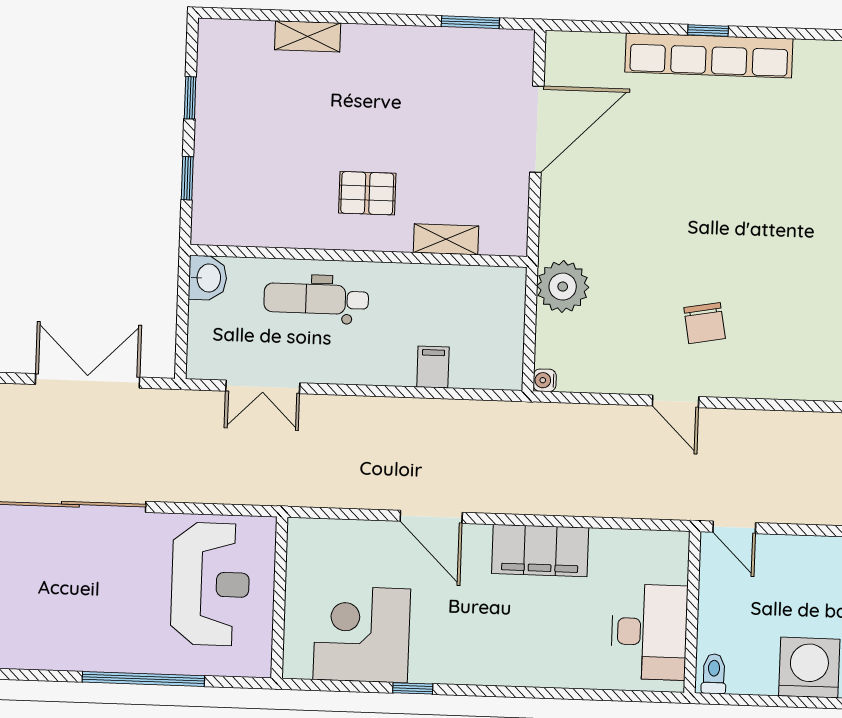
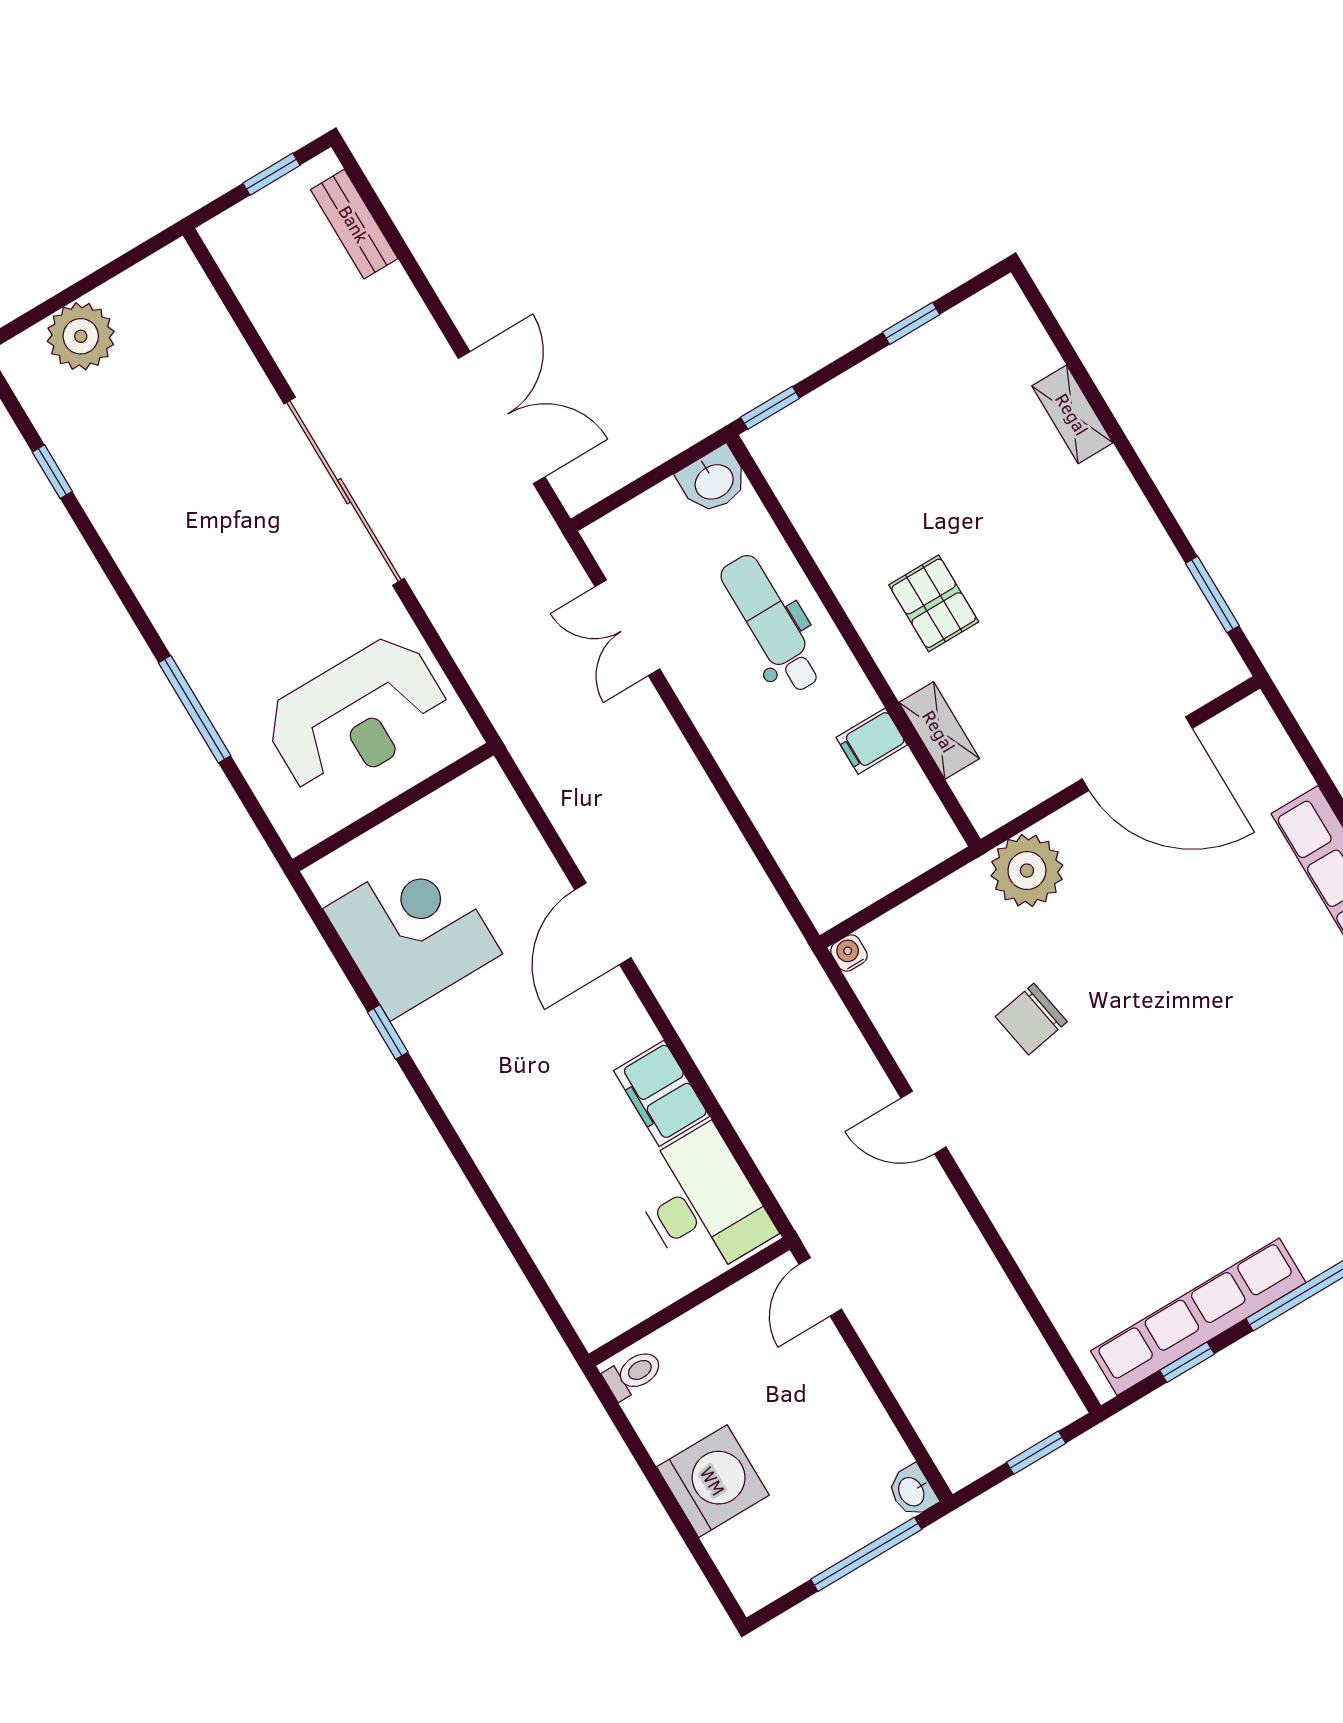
window: (187, 178) -> (770, 408), moved
plant: (563, 287) -> (1027, 871), moved
chair: (705, 323) -> (1031, 1019), moved
filing cabinet: (433, 367) -> (872, 741), moved, turned 180
door: (676, 401) -> (924, 1123), hinge flipped
filing cabinet: (540, 551) -> (662, 1093), width x0.67, depth x0.86
desk: (649, 632) -> (701, 1203), moved, turned -90
window: (143, 679) -> (195, 709), width x0.68

